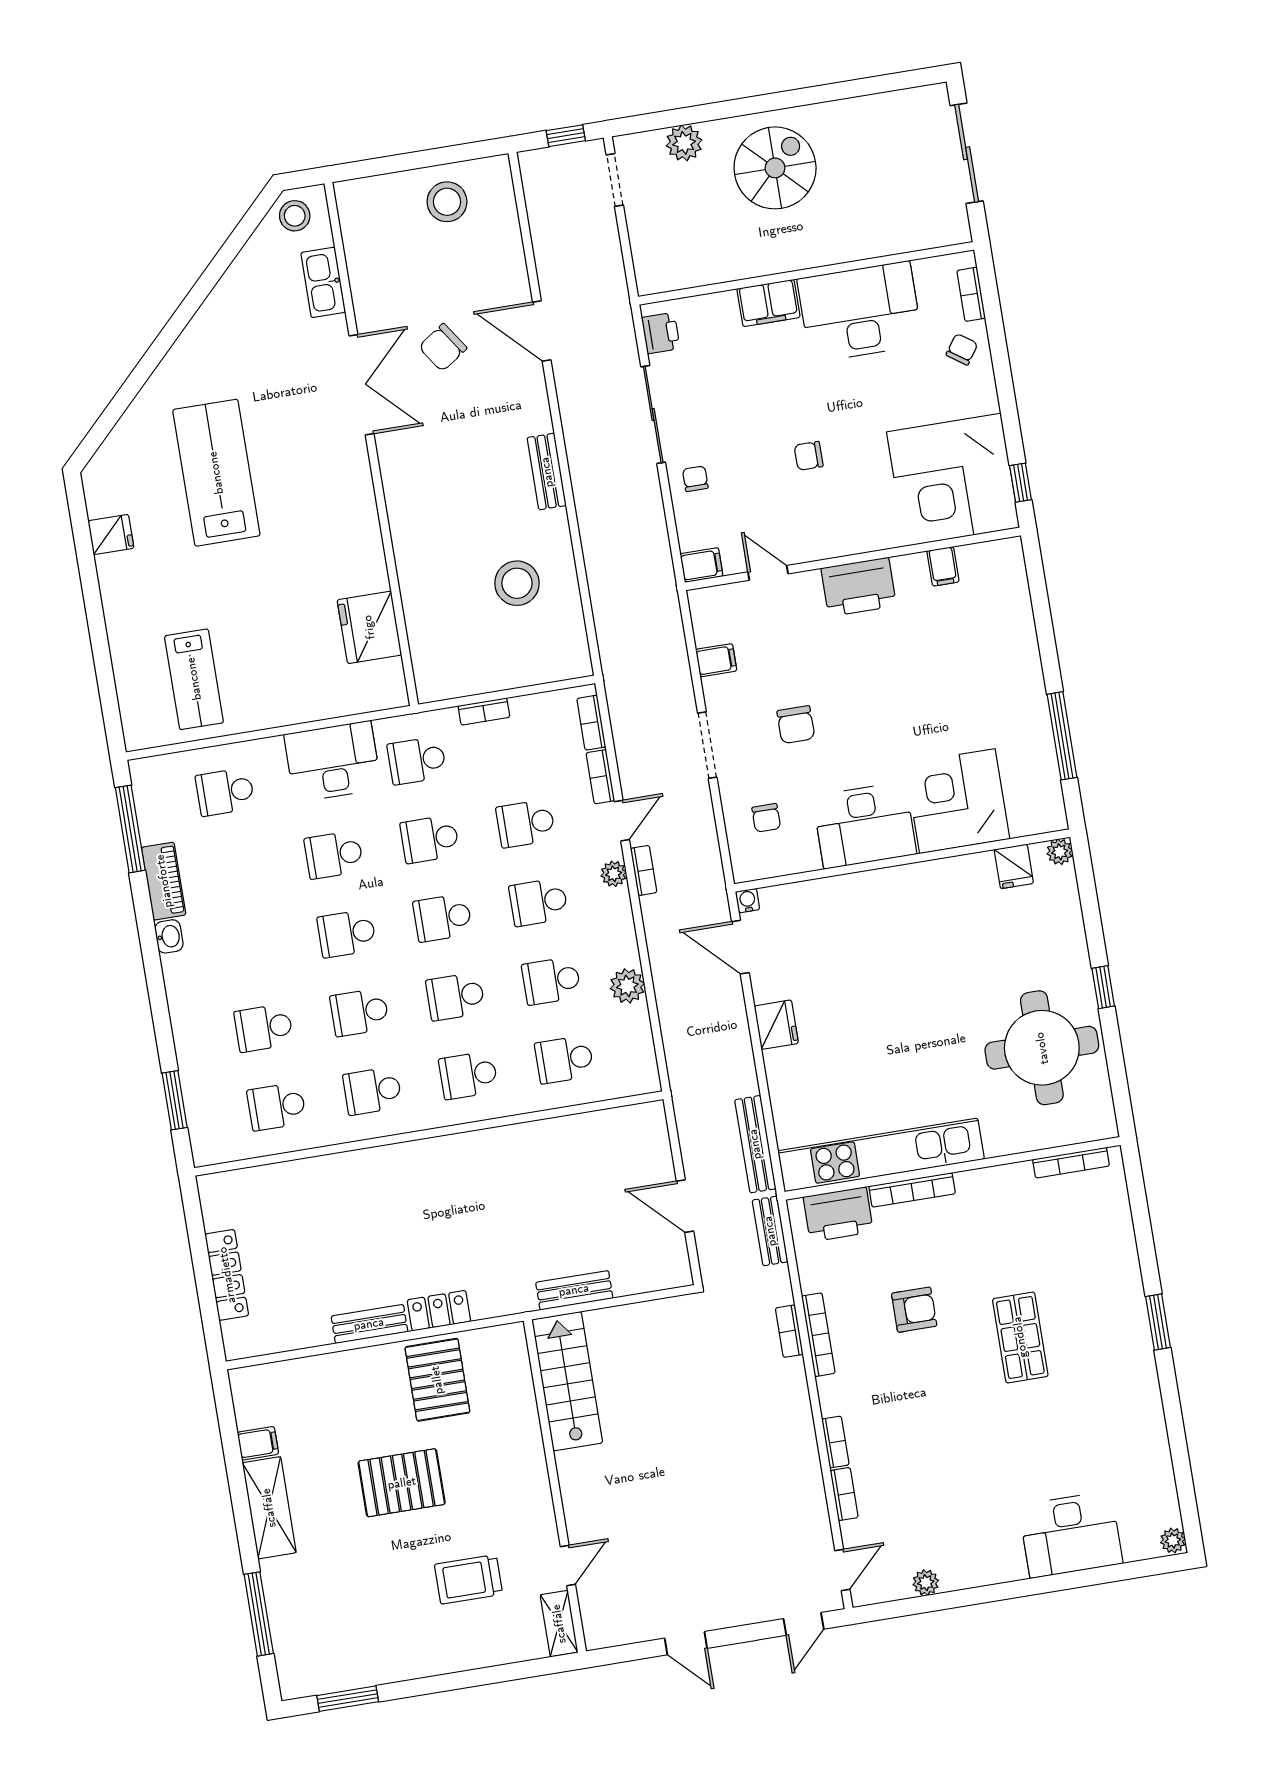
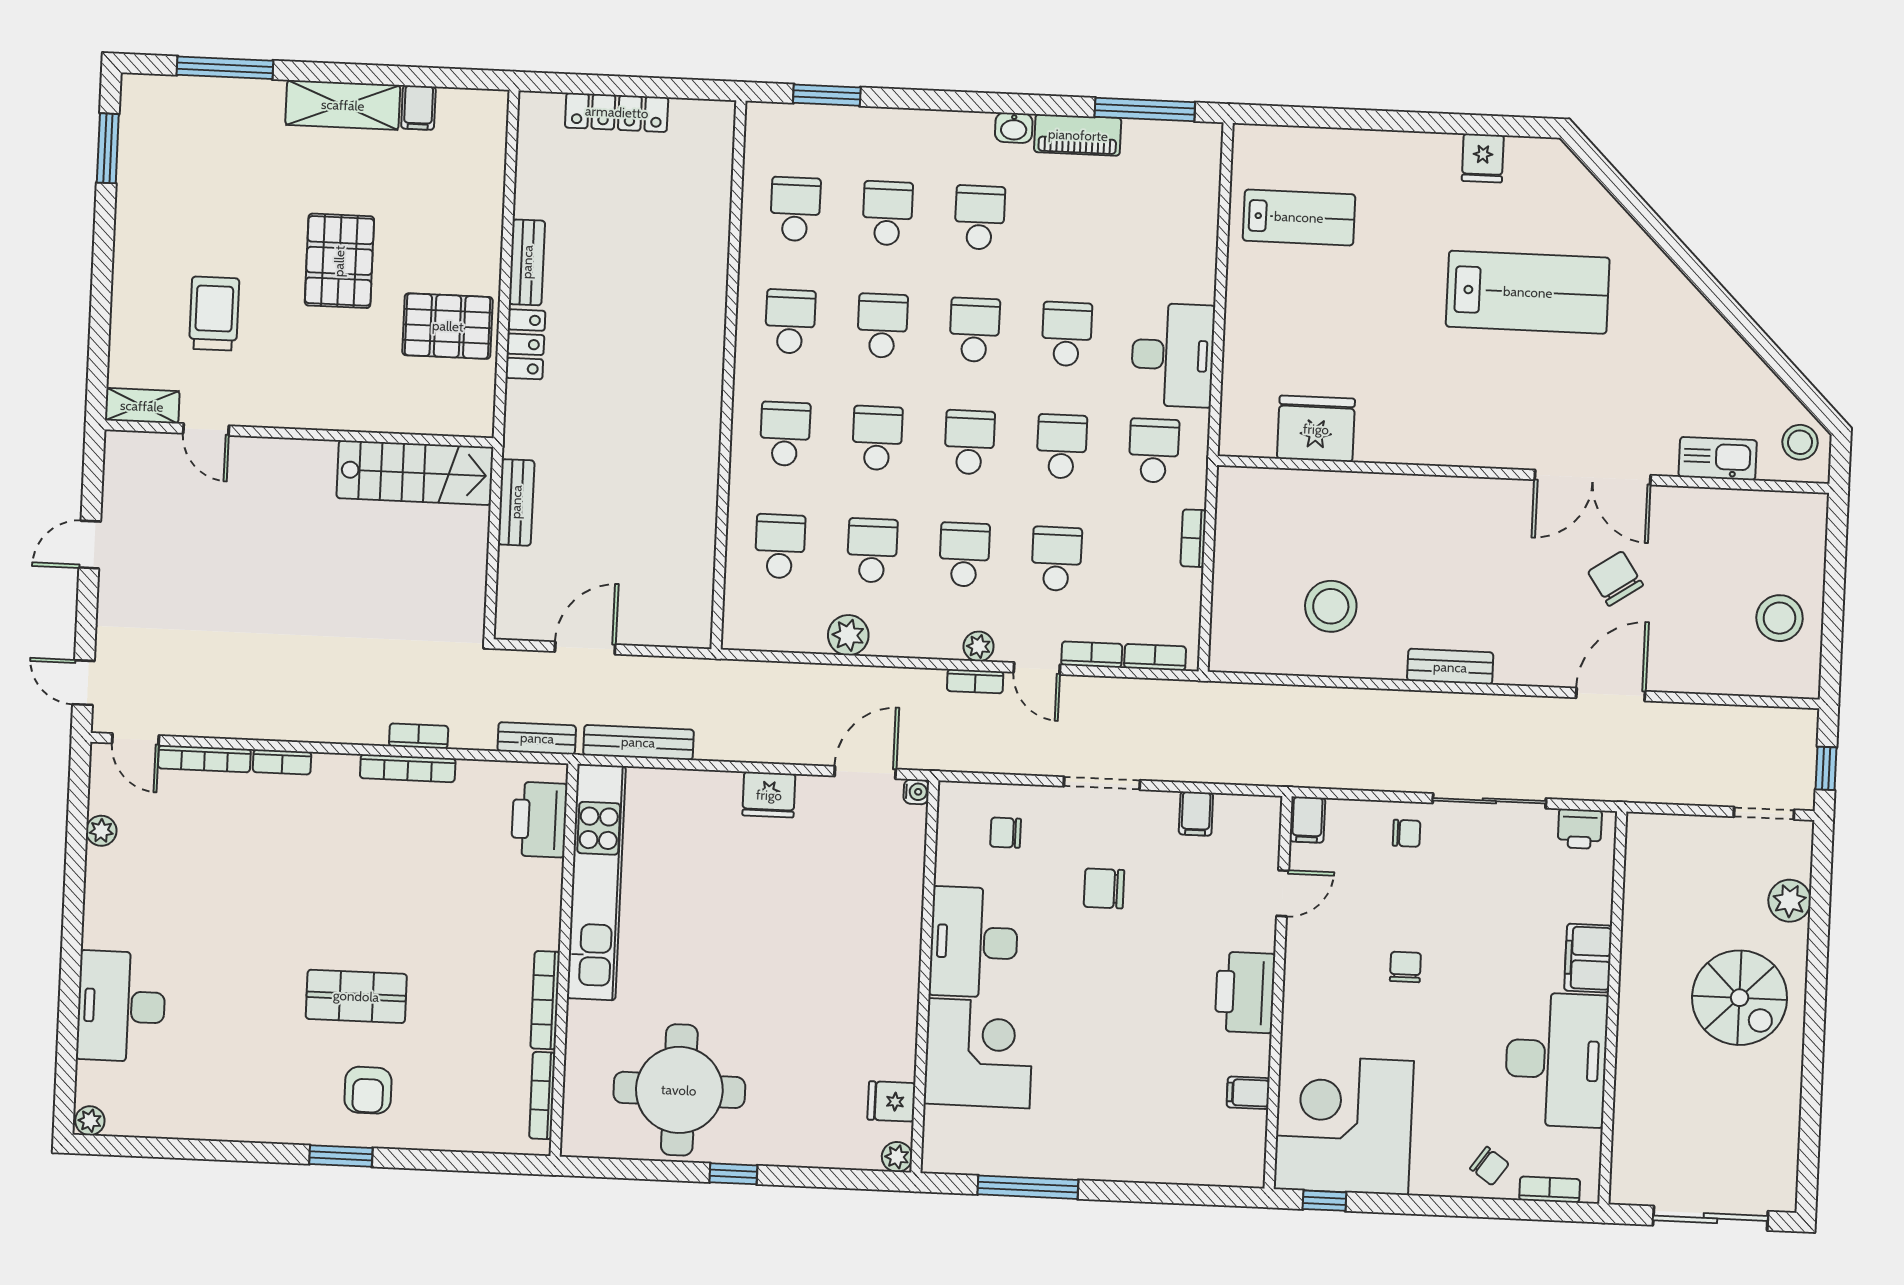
lab bench: (194, 679) -> (1299, 217), turned 180
school desk: (225, 792) -> (980, 217), moved
bookcase: (912, 1190) -> (545, 1000), moved
armchair: (914, 1310) -> (368, 1090), moved
bookcase: (844, 1494) -> (204, 759), width x1.56

